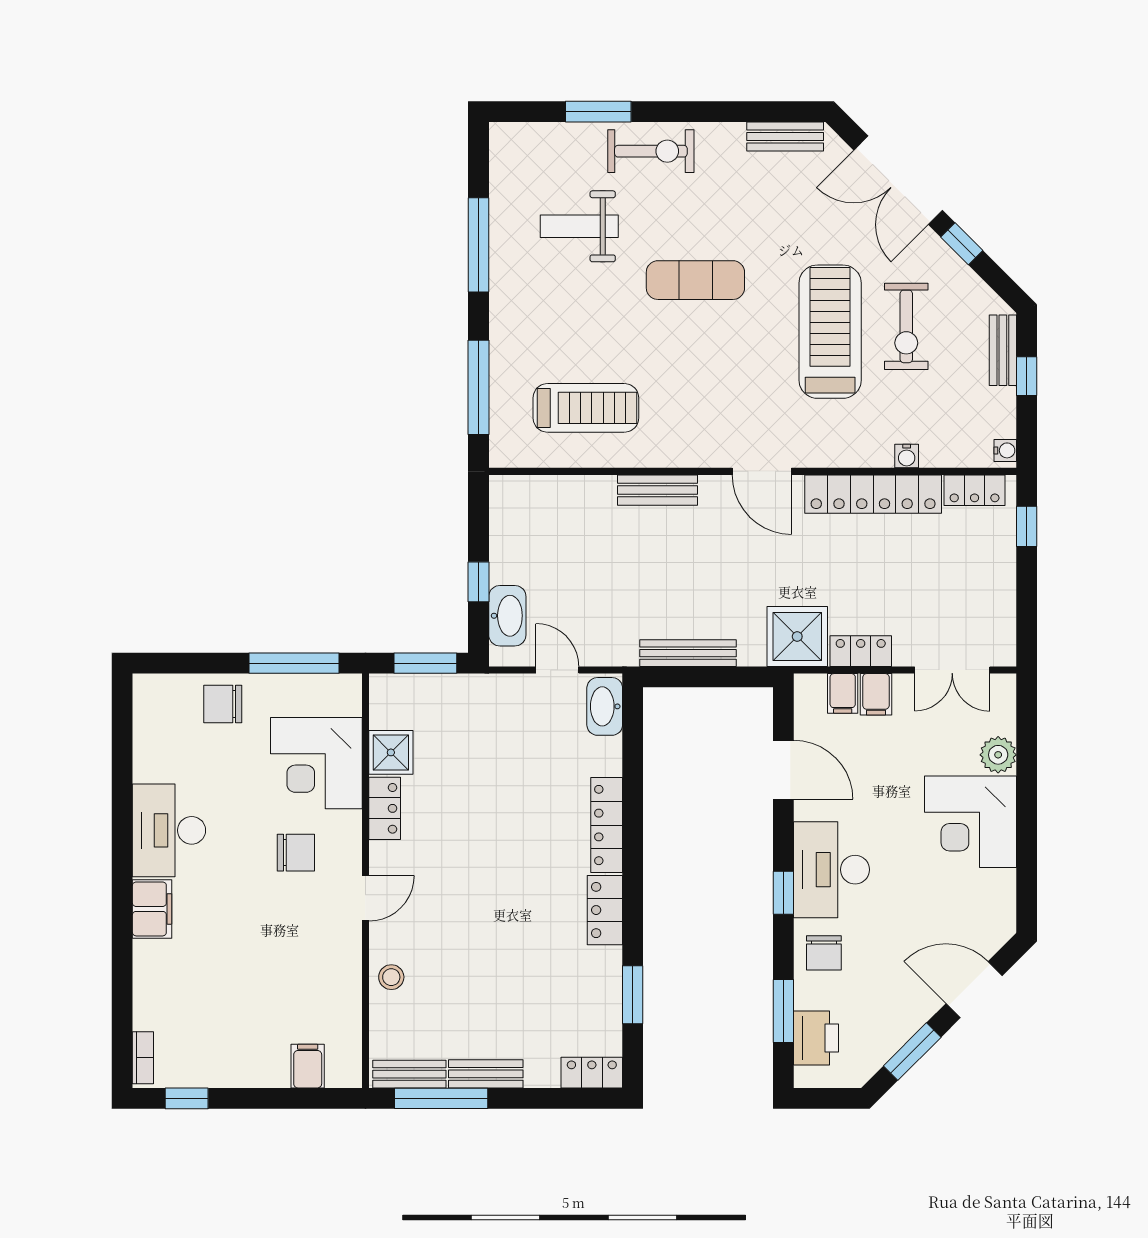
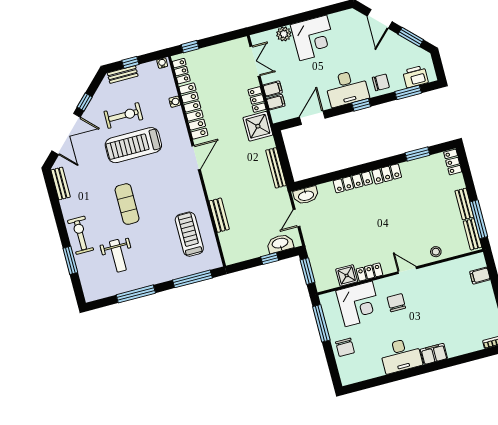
bench: (658, 490) -> (219, 215), moved

